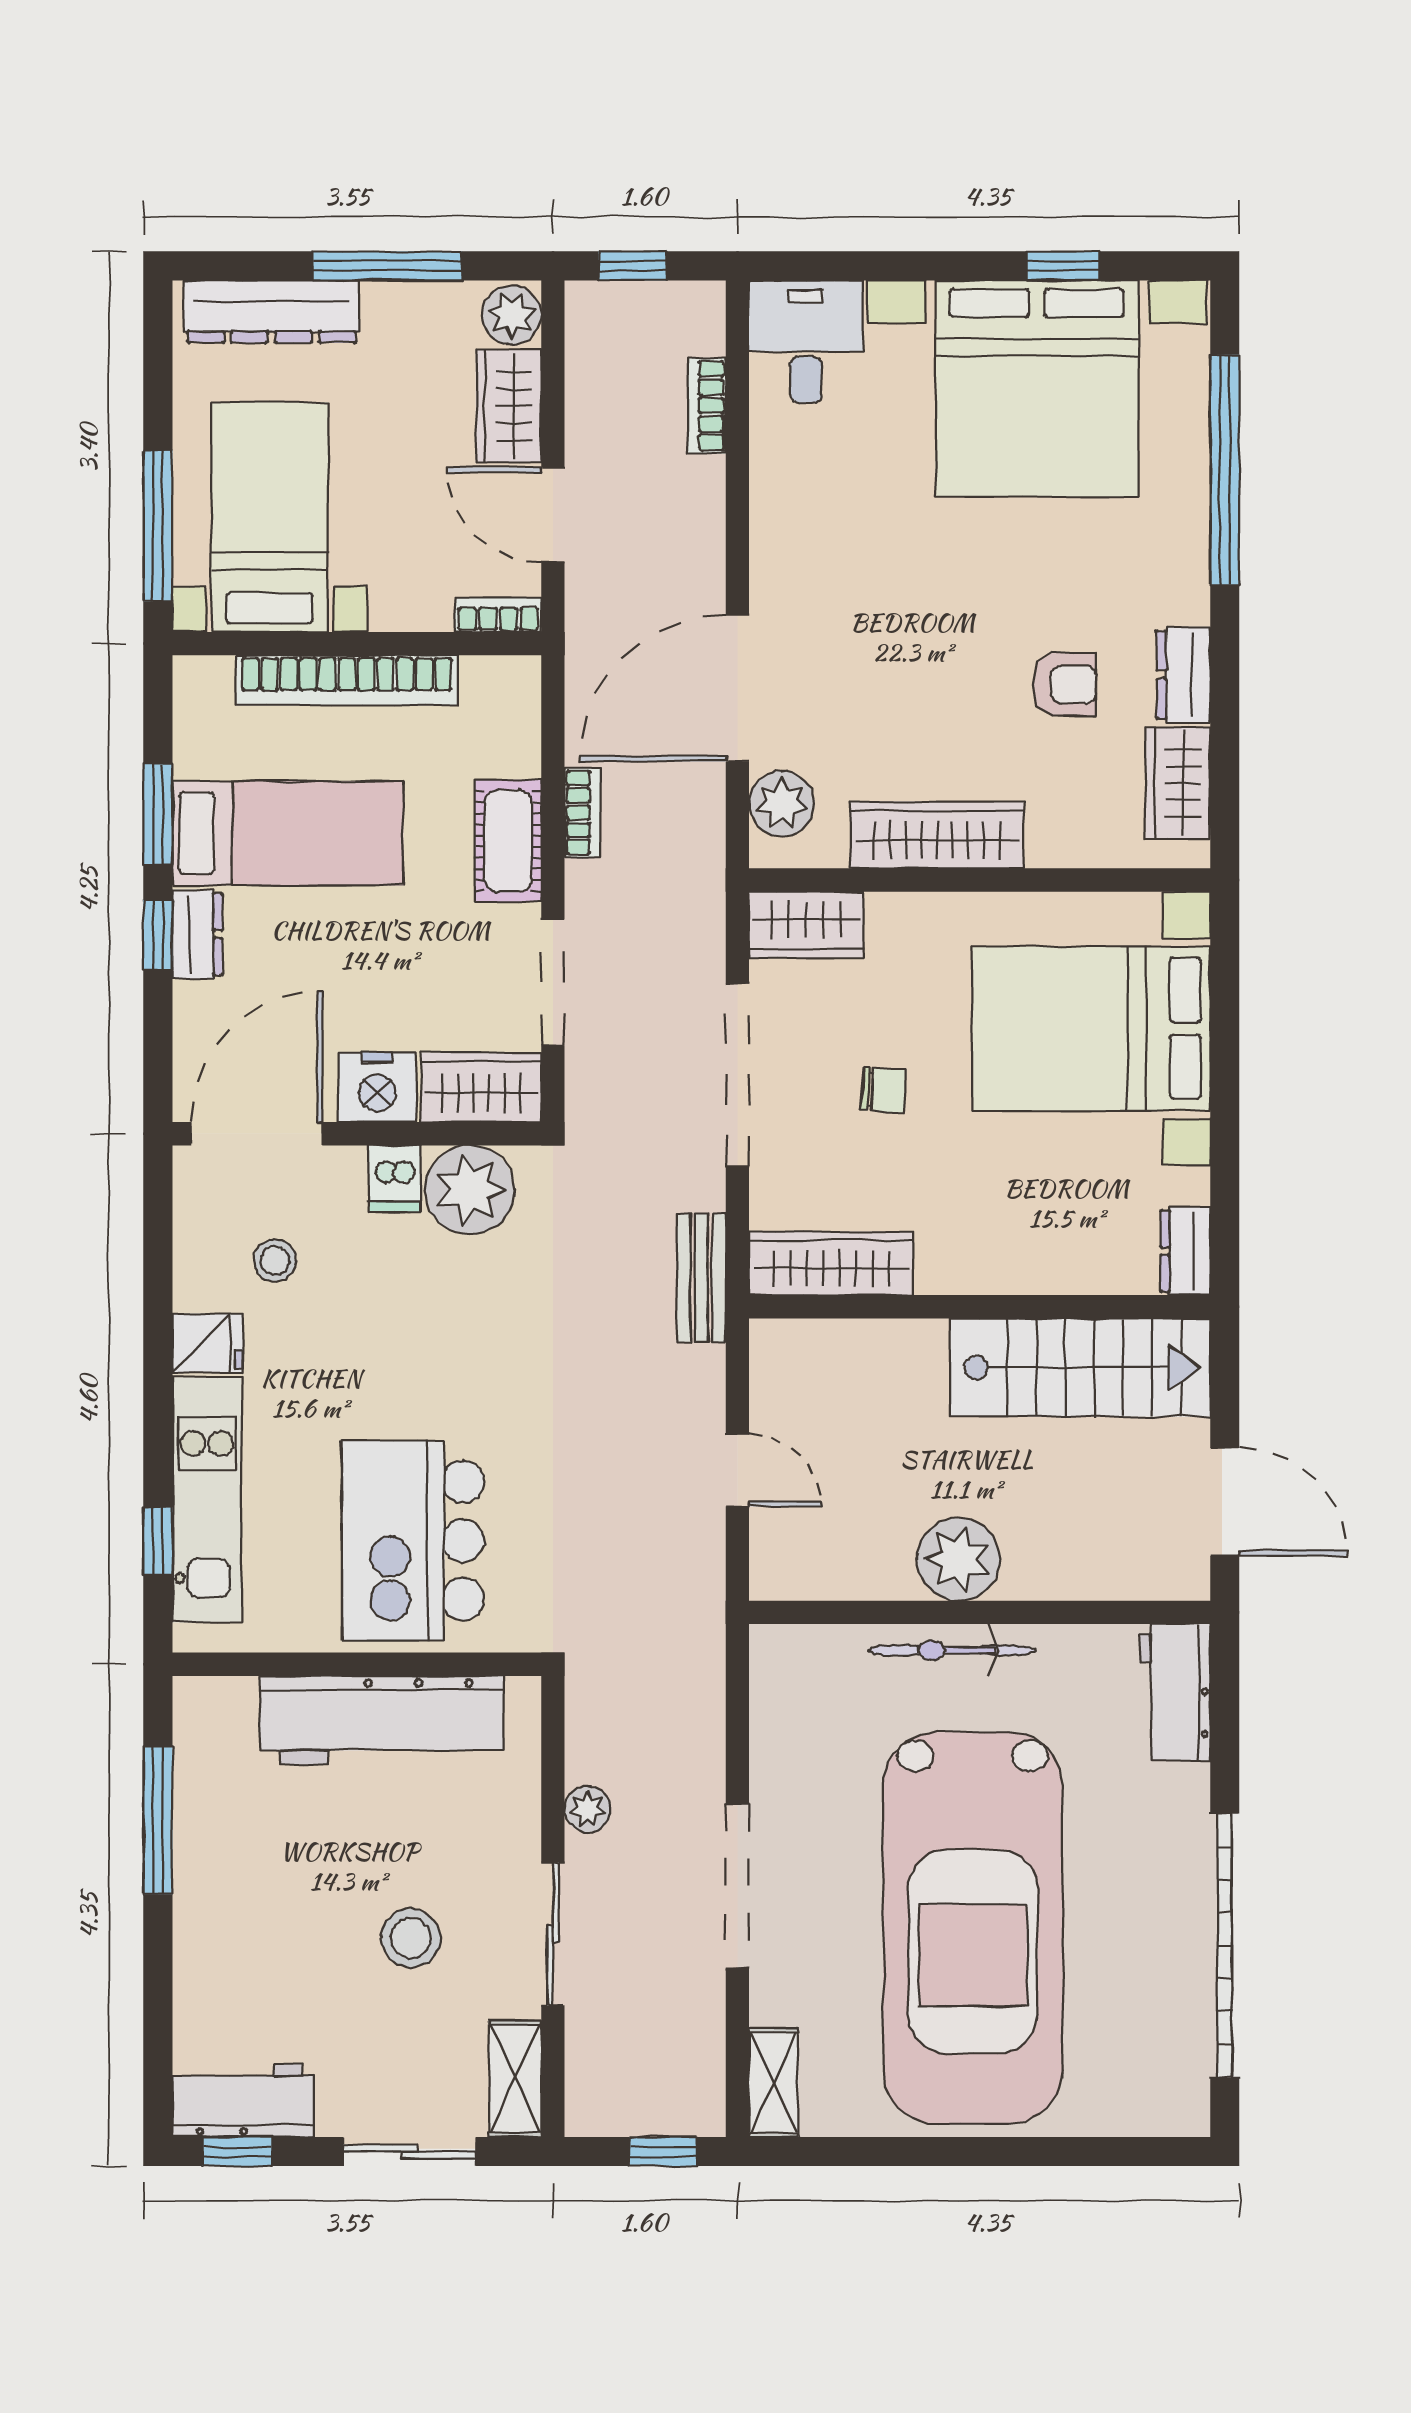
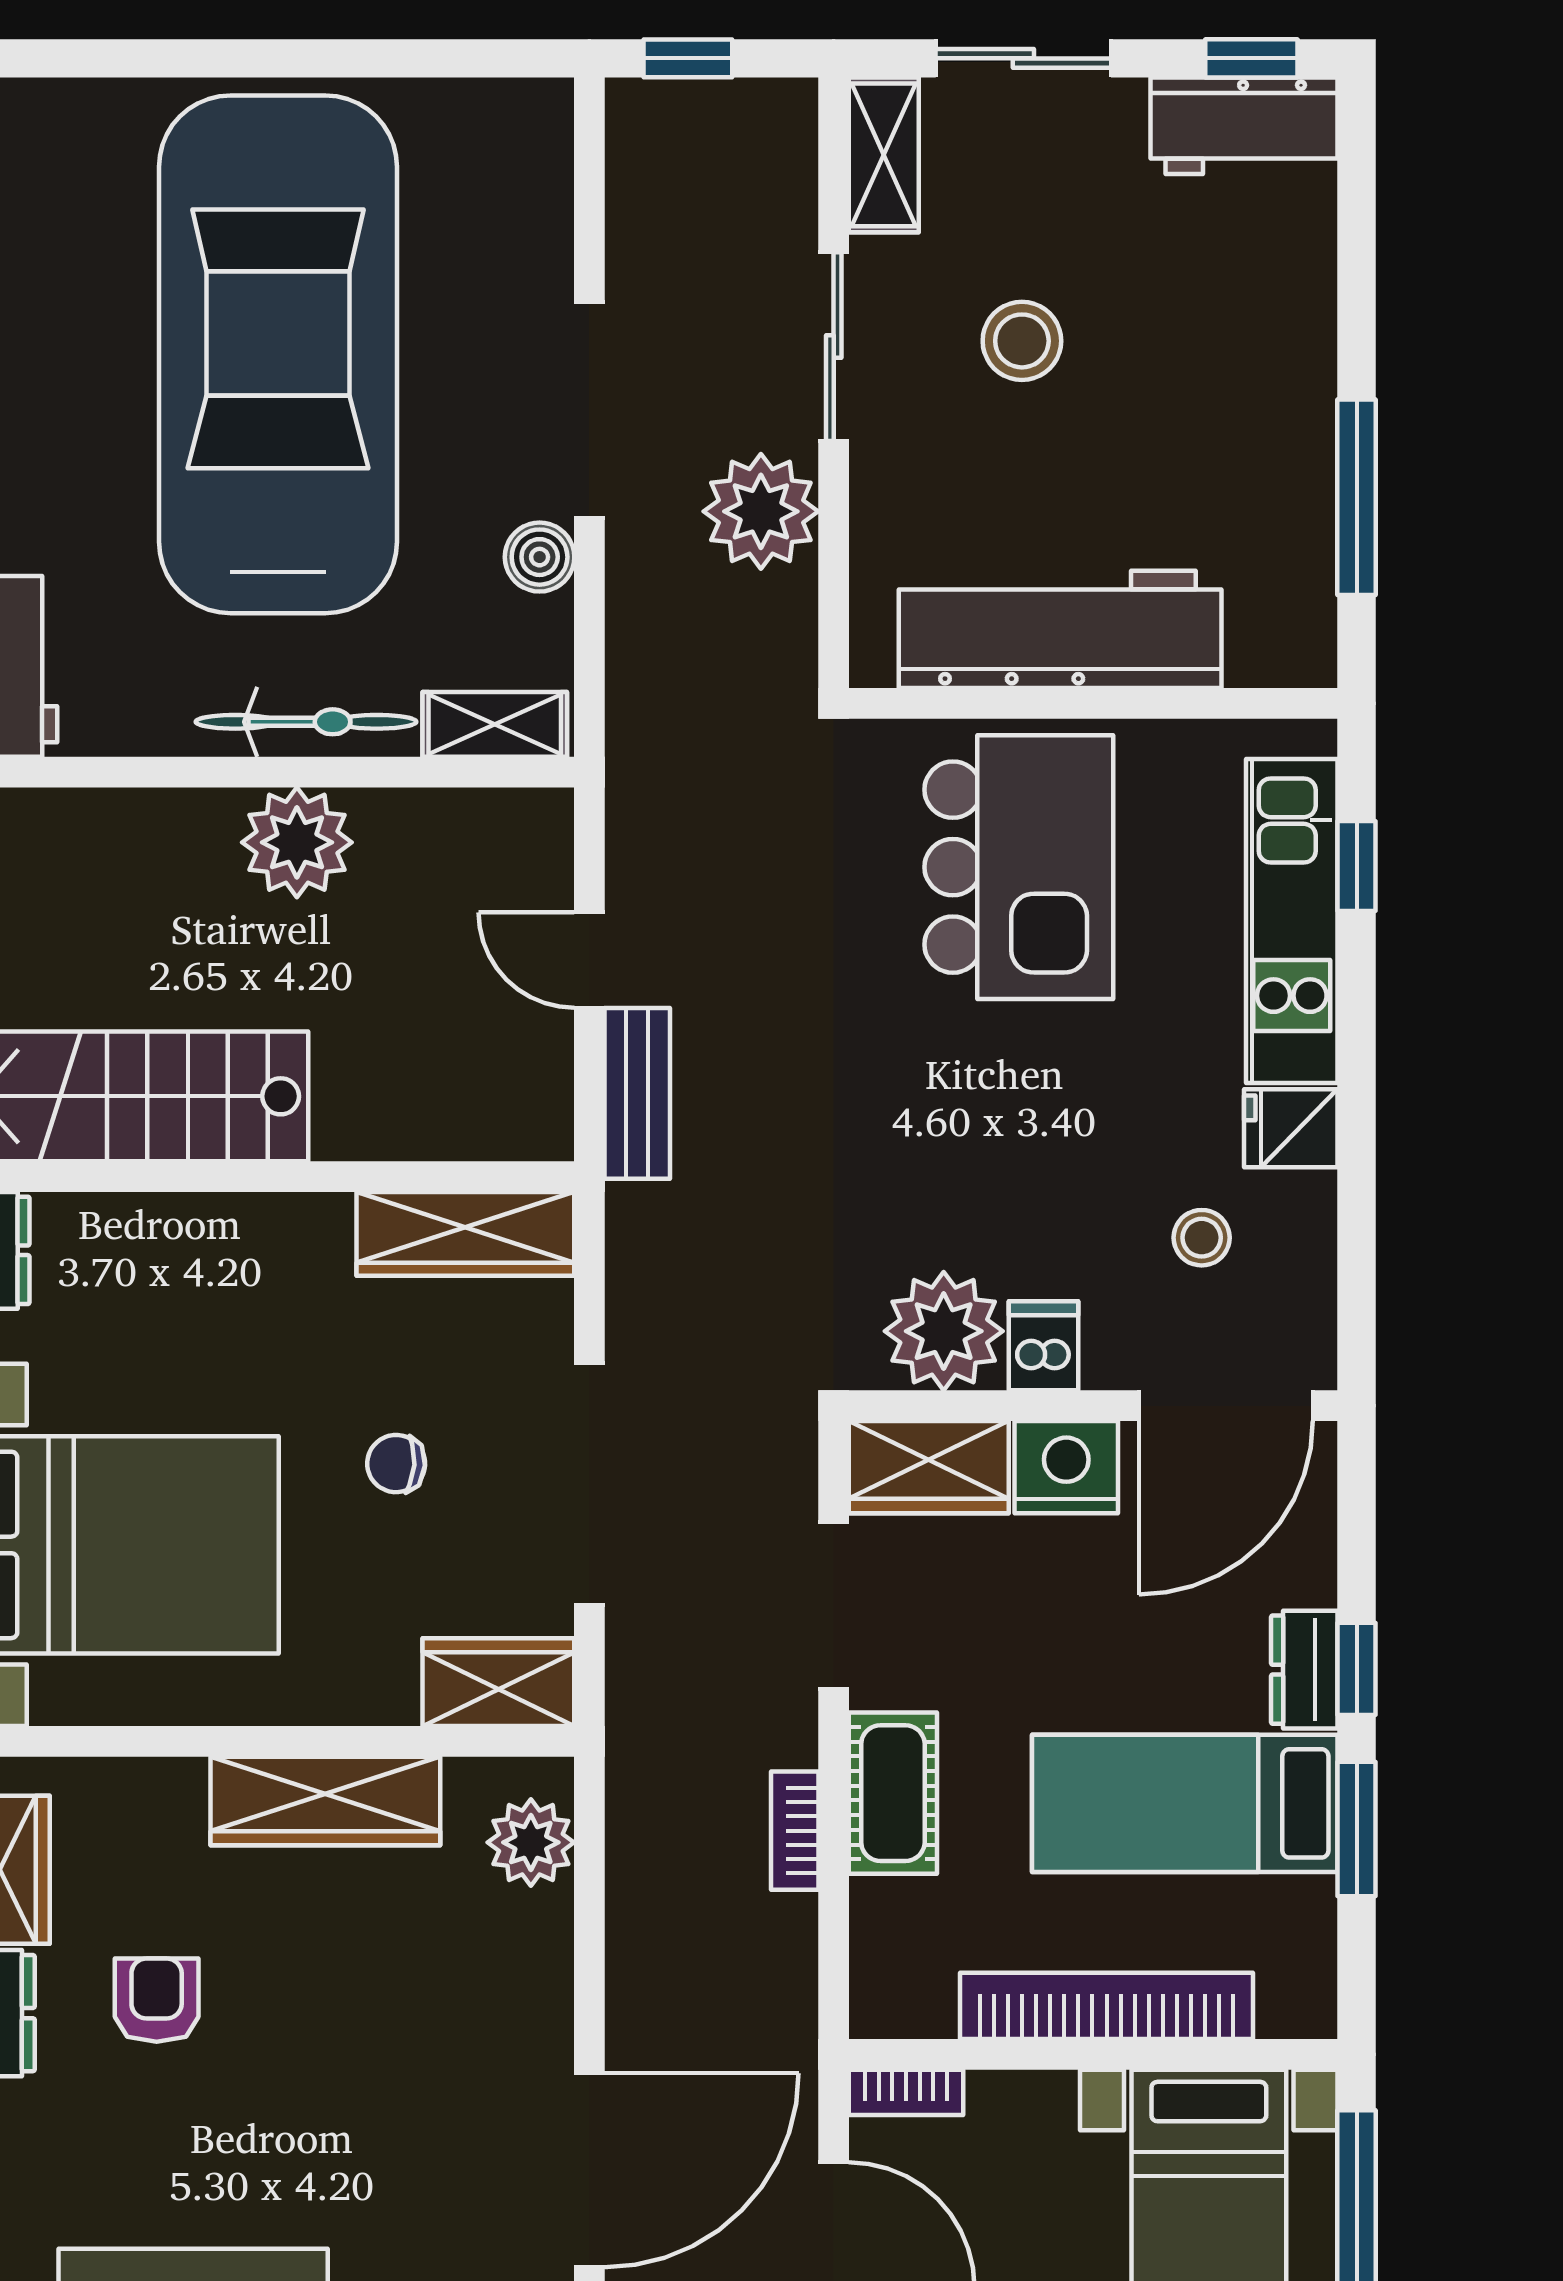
armchair: (1065, 684) -> (157, 2000), turned 90
door: (737, 688) -> (589, 2170), moved
bench: (701, 1278) -> (637, 1093), moved
boiler: (775, 1775) -> (540, 557), added
plant: (588, 1809) -> (761, 511), width x1.88, depth x1.88
shelving: (774, 2083) -> (495, 724), moved, turned 90

